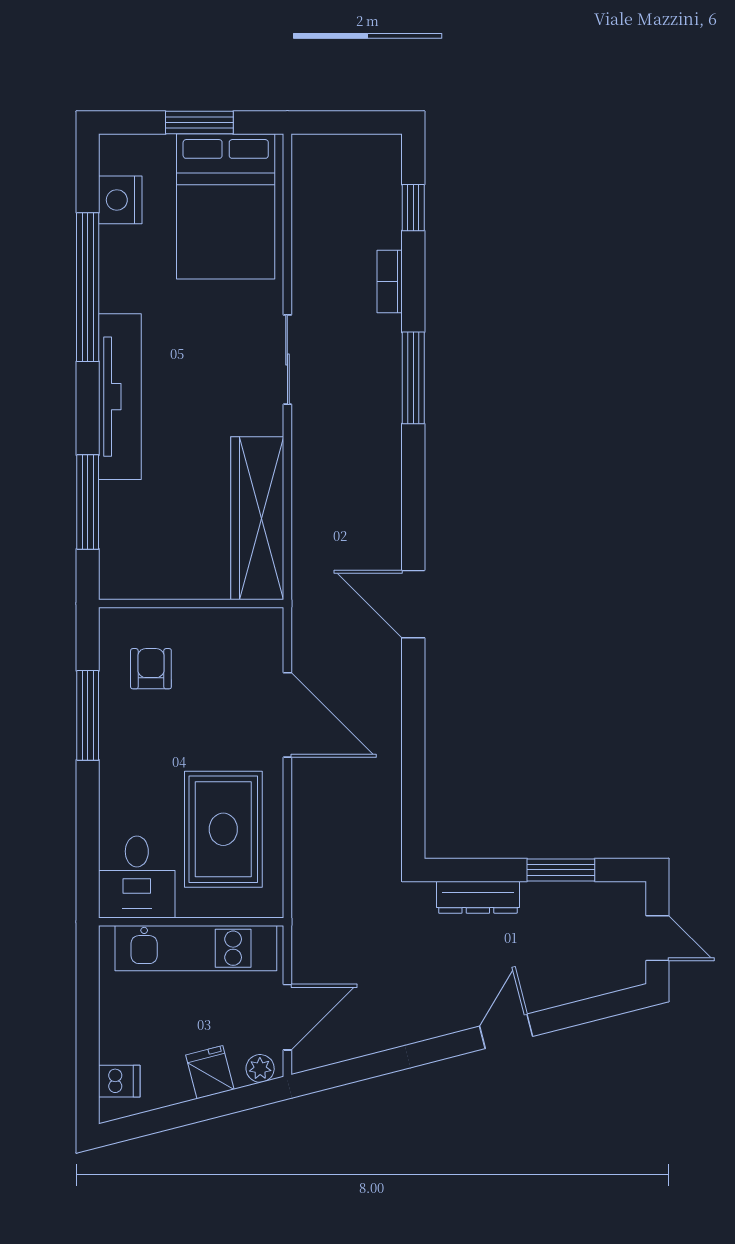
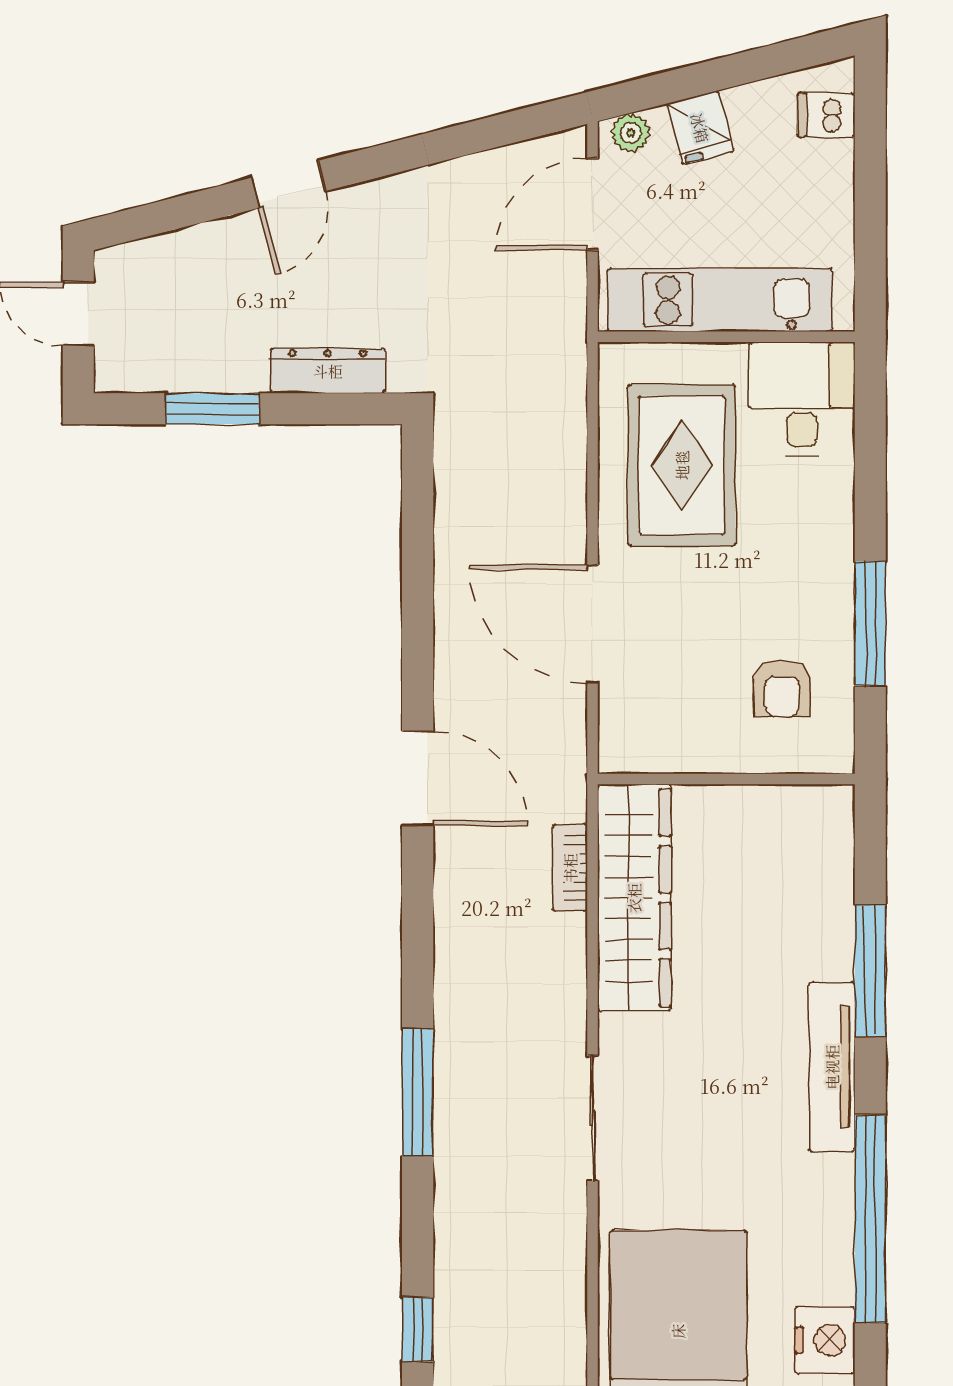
bookcase: (390, 281) -> (570, 868), moved, turned 180
tv unit: (120, 397) -> (832, 1067), width x0.73, depth x0.78
window: (88, 502) -> (870, 970), moved

